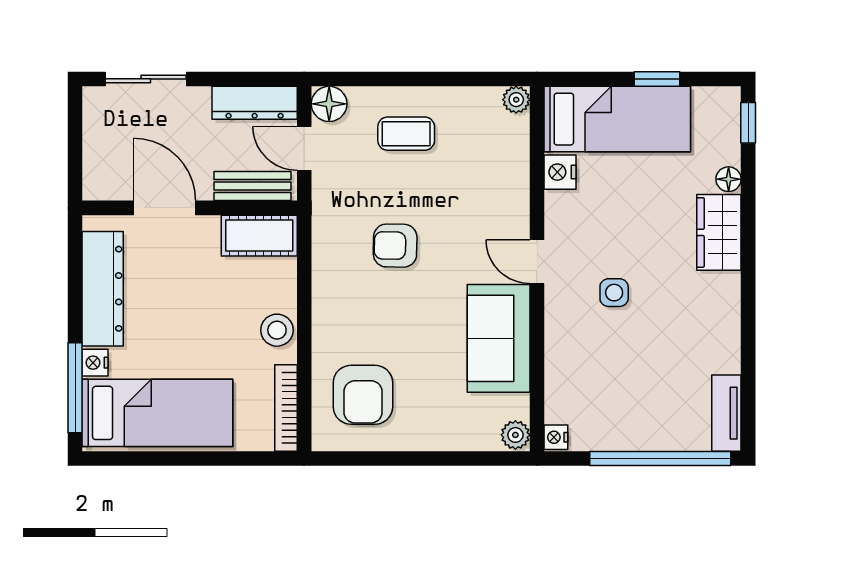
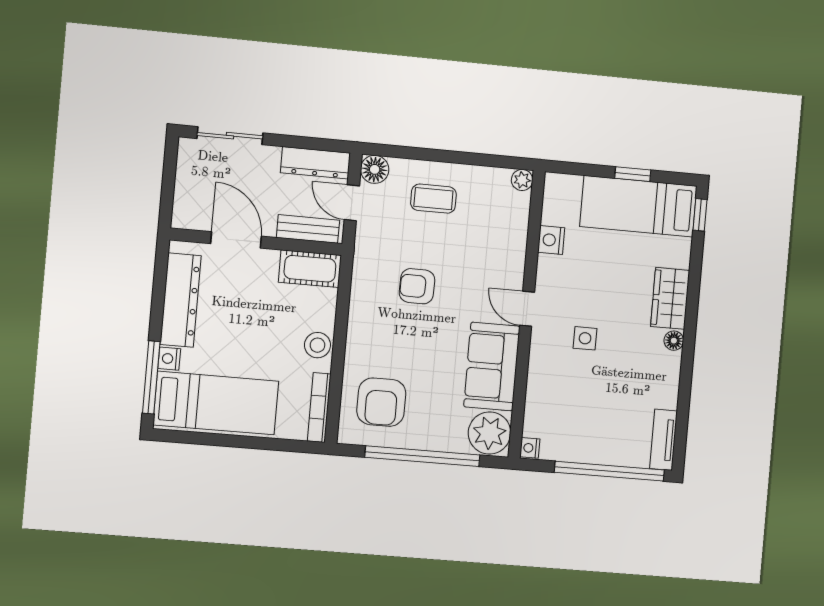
bed: (617, 119) -> (638, 206), moved, turned 180
floor lamp: (729, 179) -> (674, 341), moved
plant: (515, 435) -> (489, 433), width x1.87, depth x1.87
window: (421, 458) -> (422, 456), added

